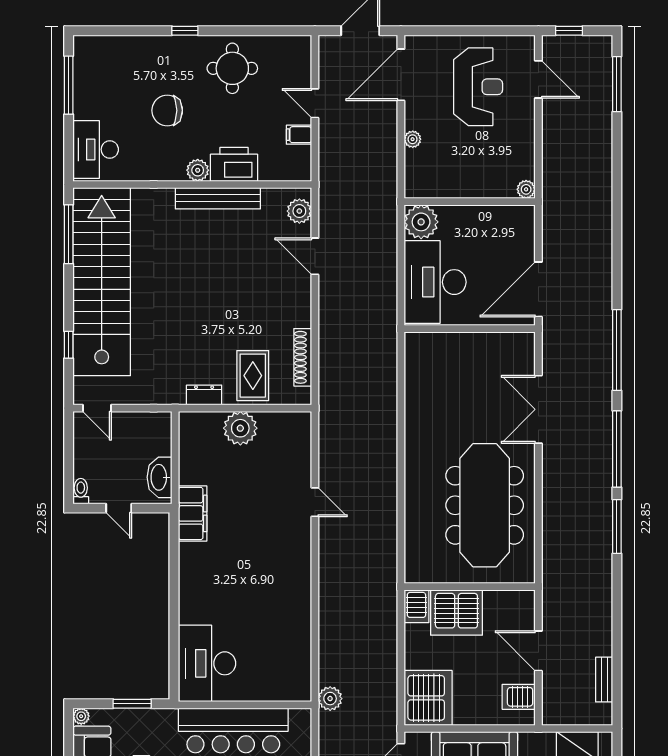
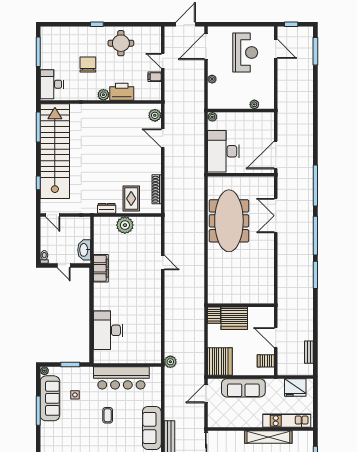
chair: (167, 110) -> (88, 64), turned 90
plant: (526, 189) -> (254, 104), moved
bench: (218, 198) -> (114, 109), removed
plant: (421, 222) -> (212, 117), width x0.53, depth x0.53
meeting table: (485, 505) -> (229, 221), moved
desk: (207, 663) -> (108, 330), moved

